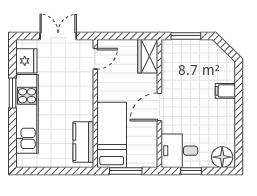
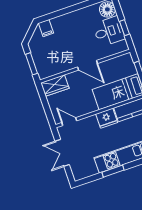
fridge: (26, 61) -> (107, 118), moved, turned 180
filing cabinet: (225, 91) -> (46, 28), moved
desk: (179, 151) -> (109, 31), moved, turned -90

